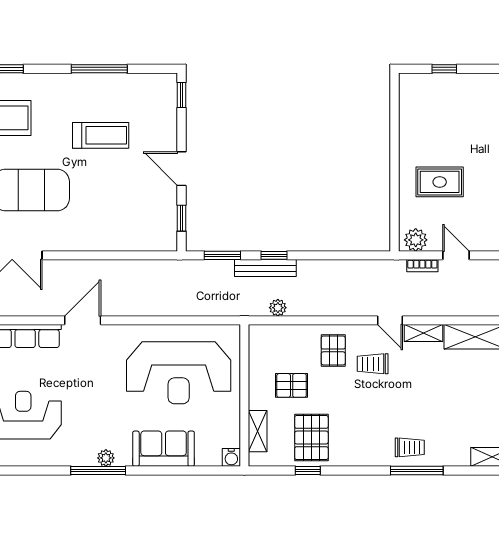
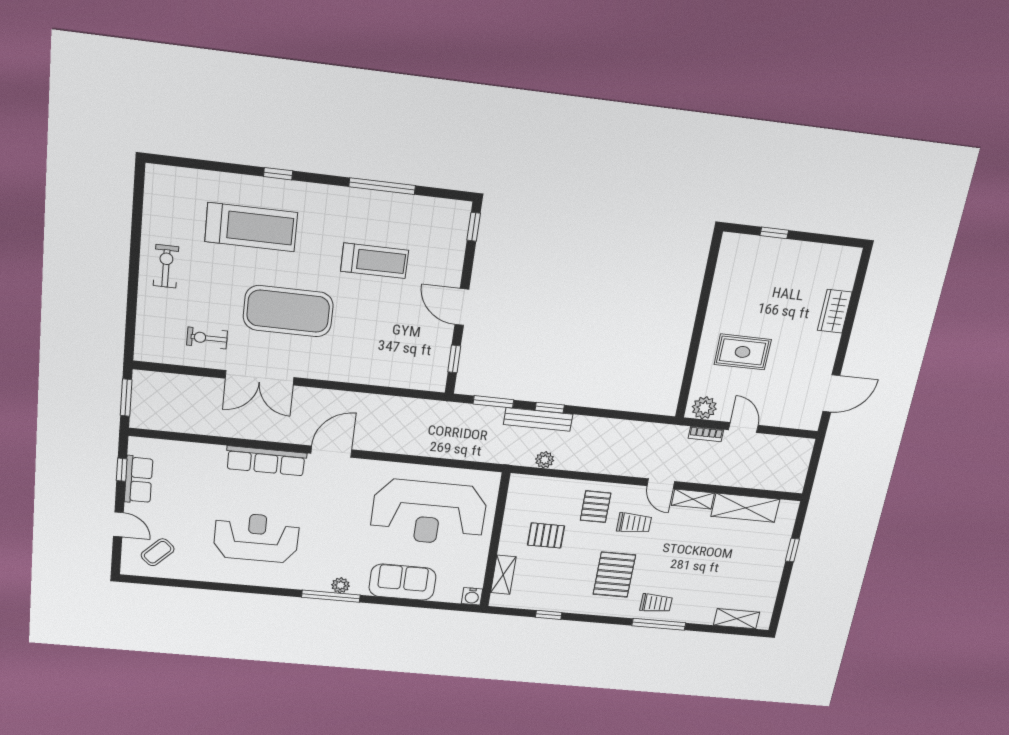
trolley: (373, 364) -> (634, 523), turned 180
pallet: (311, 438) -> (614, 575), moved

